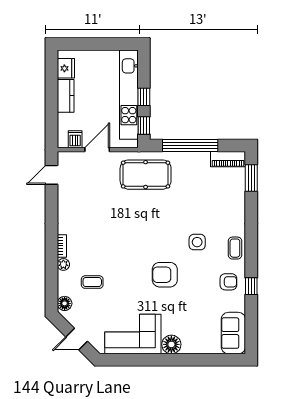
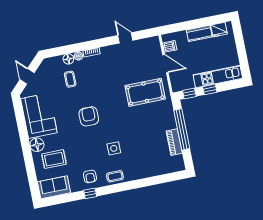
kitchen unit: (129, 95) -> (218, 77), width x0.73
piano: (228, 159) -> (174, 142), moved
door: (52, 175) -> (125, 38), moved
pool table: (146, 175) -> (145, 92), moved, turned 90
window: (251, 178) -> (167, 178), removed
armchair: (165, 275) -> (89, 116), moved
floor lamp: (65, 303) -> (68, 59), moved
rug: (195, 325) -> (54, 159), added

